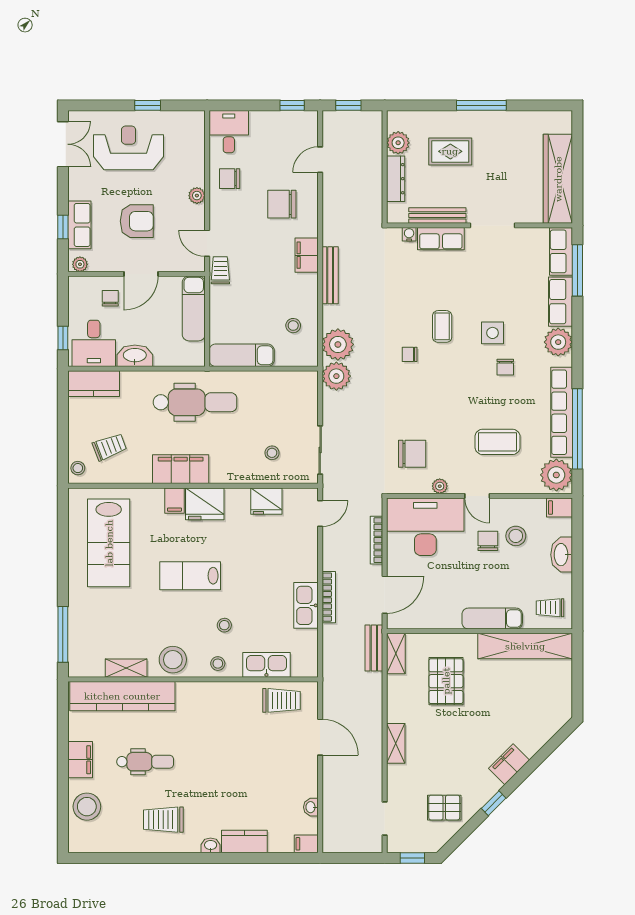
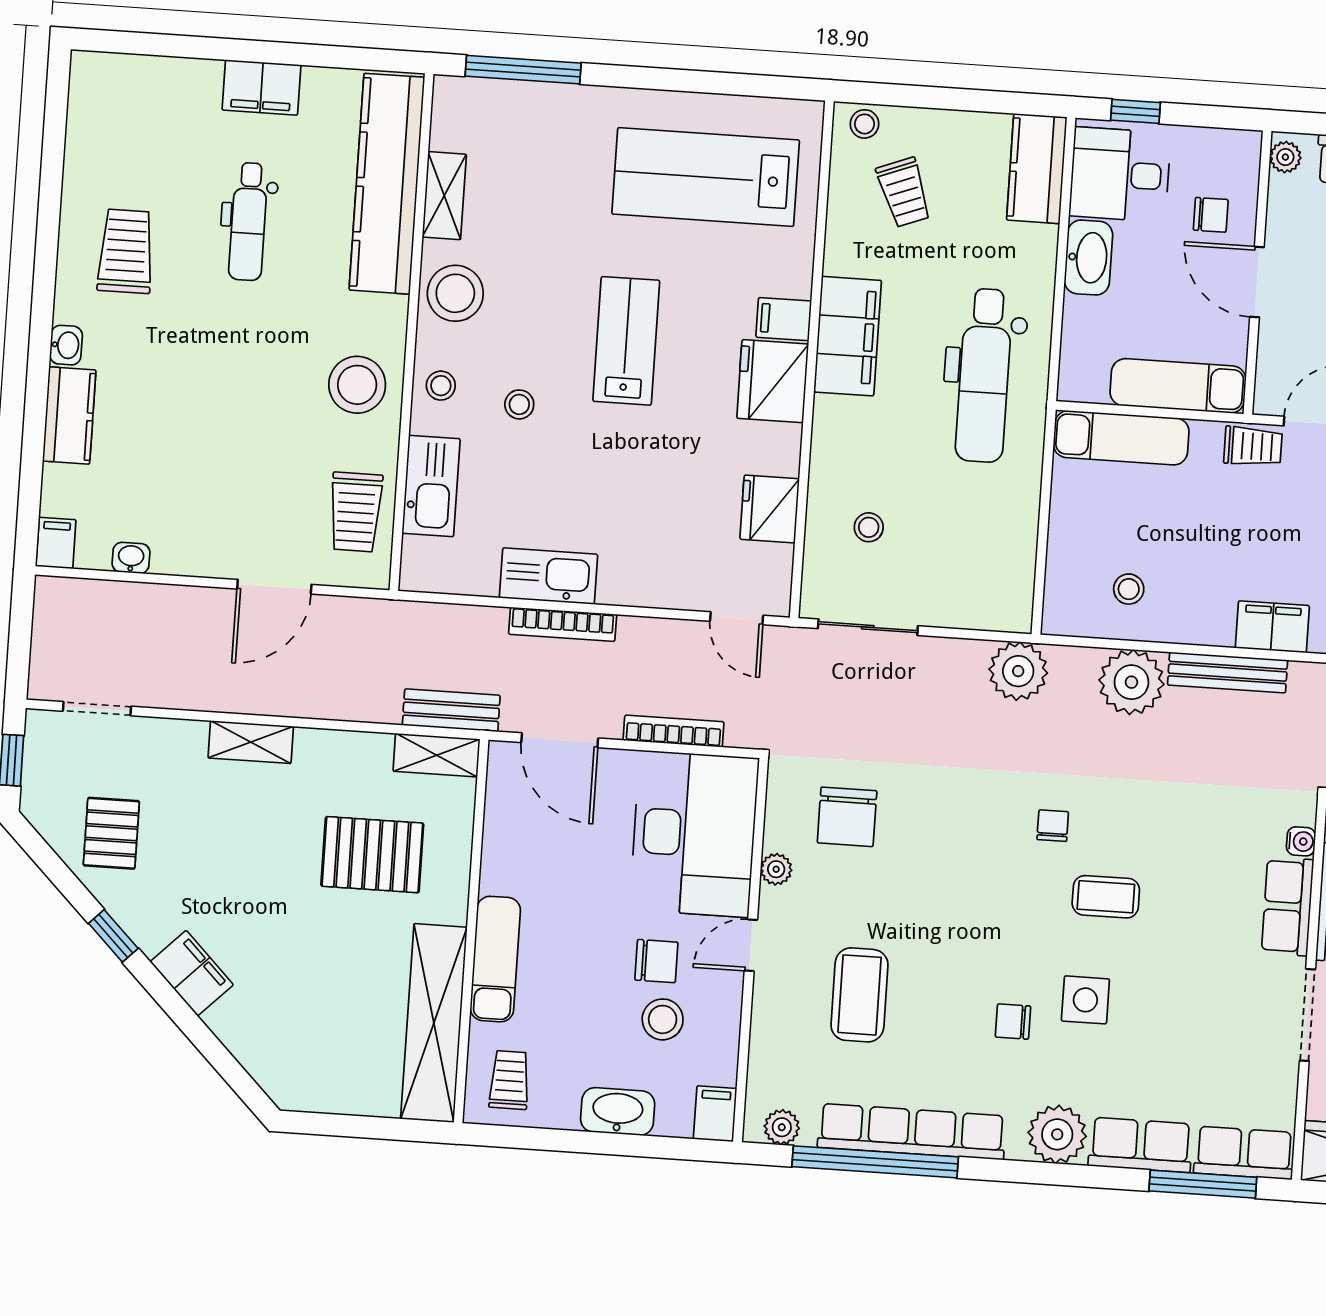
plant: (338, 344) -> (1131, 682), moved
exam couch: (242, 355) -> (1121, 438), moved, turned 90
plant: (556, 475) -> (782, 1127), width x0.53, depth x0.53
stool: (87, 807) -> (357, 385), moved

